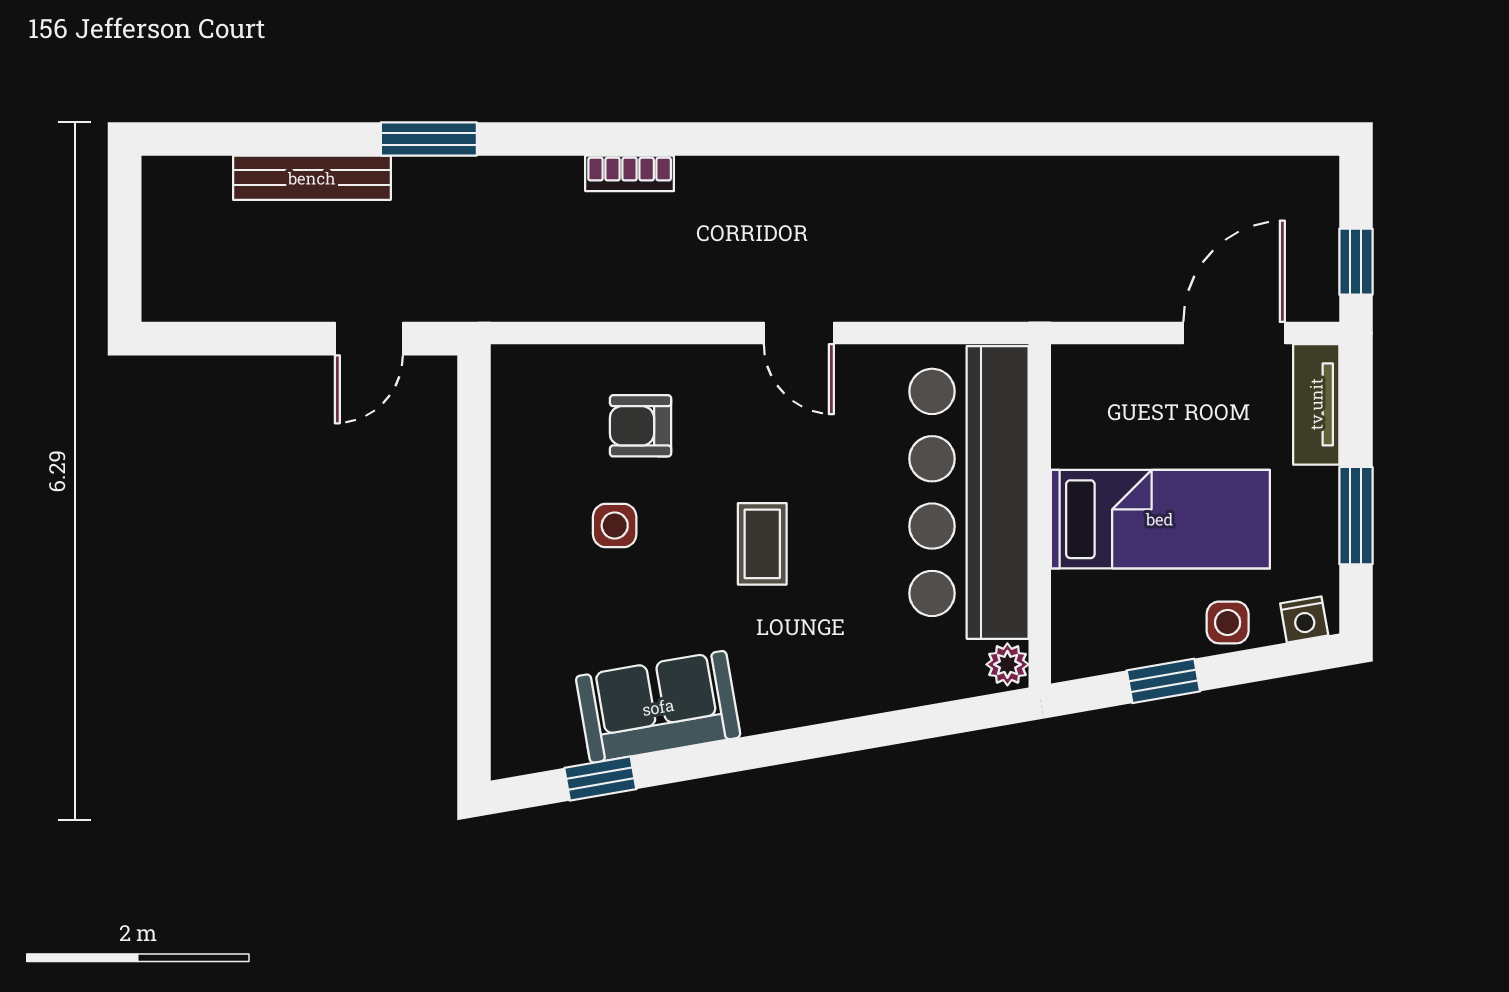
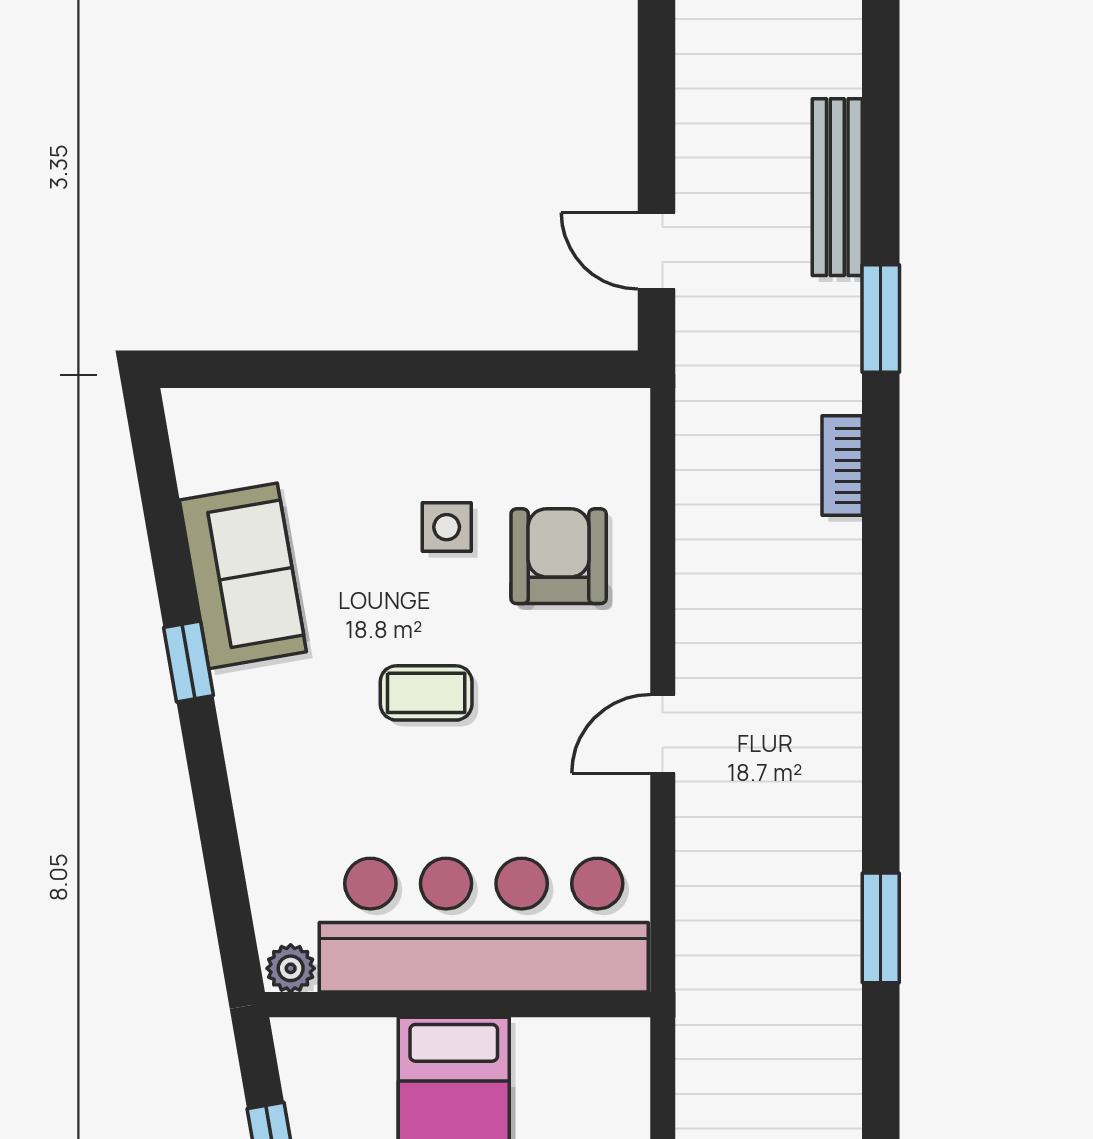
window: (972, 139) -> (881, 928), added
bookcase: (630, 173) -> (842, 465), moved
armchair: (641, 426) -> (559, 556), width x1.38, depth x1.38
window: (600, 779) -> (189, 661), moved

